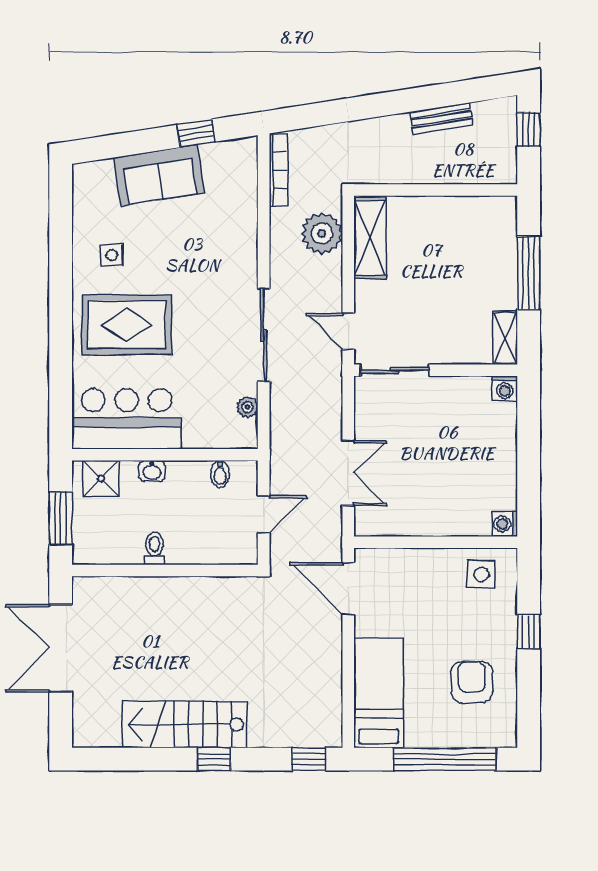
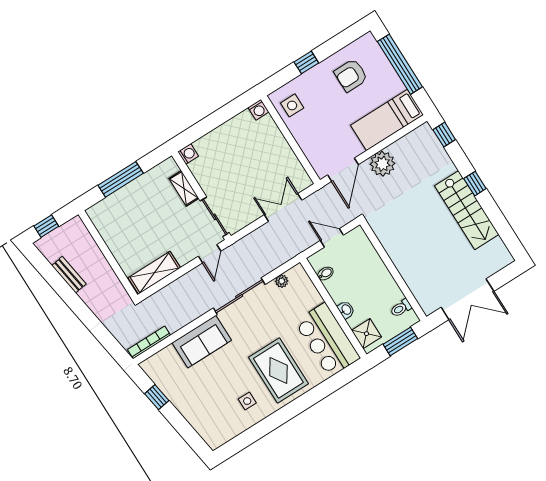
sofa: (159, 175) -> (202, 342), moved, turned 99
plant: (322, 233) -> (382, 164), moved
shelving: (505, 338) -> (184, 188), moved, turned 90
toilet: (154, 548) -> (401, 308), moved

